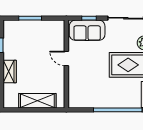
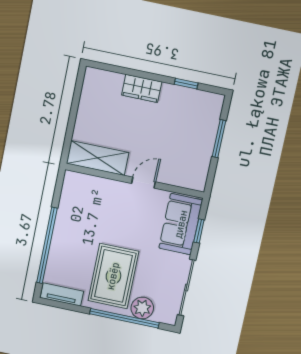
shelving: (37, 101) -> (98, 158), moved, turned 90

